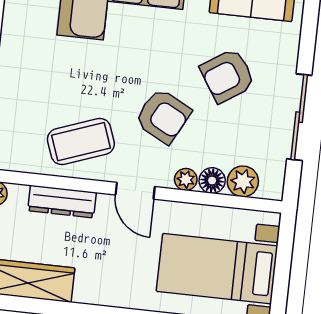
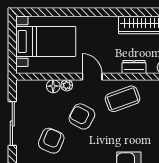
armchair: (228, 76) -> (51, 141), turned -35
plant: (243, 181) -> (37, 88), removed
dresser: (62, 202) -> (134, 67), width x0.70

